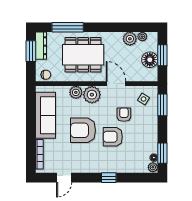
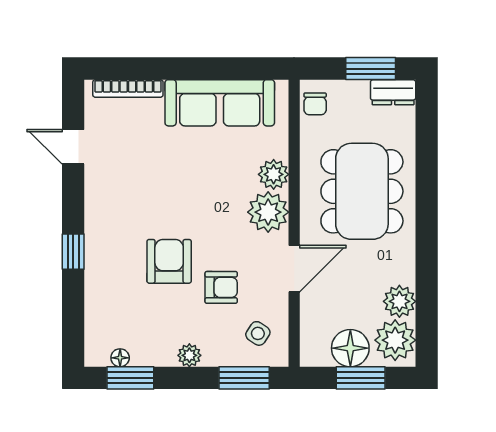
window: (68, 27) -> (427, 155), removed
plant: (142, 37) -> (395, 340), width x1.87, depth x1.87
dresser: (41, 46) -> (393, 92), width x0.70
armchair: (83, 130) -> (184, 191), removed
plant: (153, 167) -> (189, 355), moved

